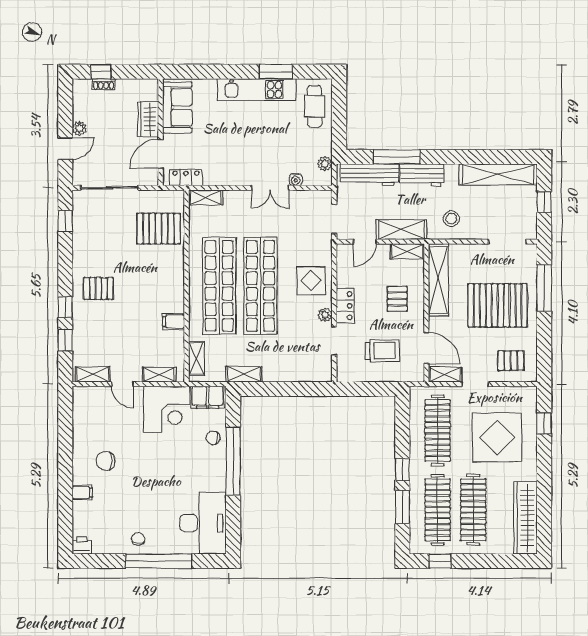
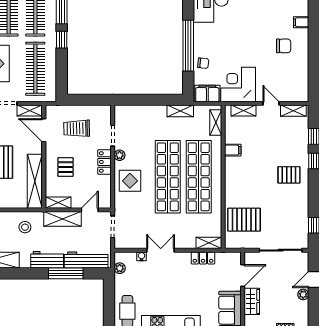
locker: (186, 177) -> (203, 258), moved

